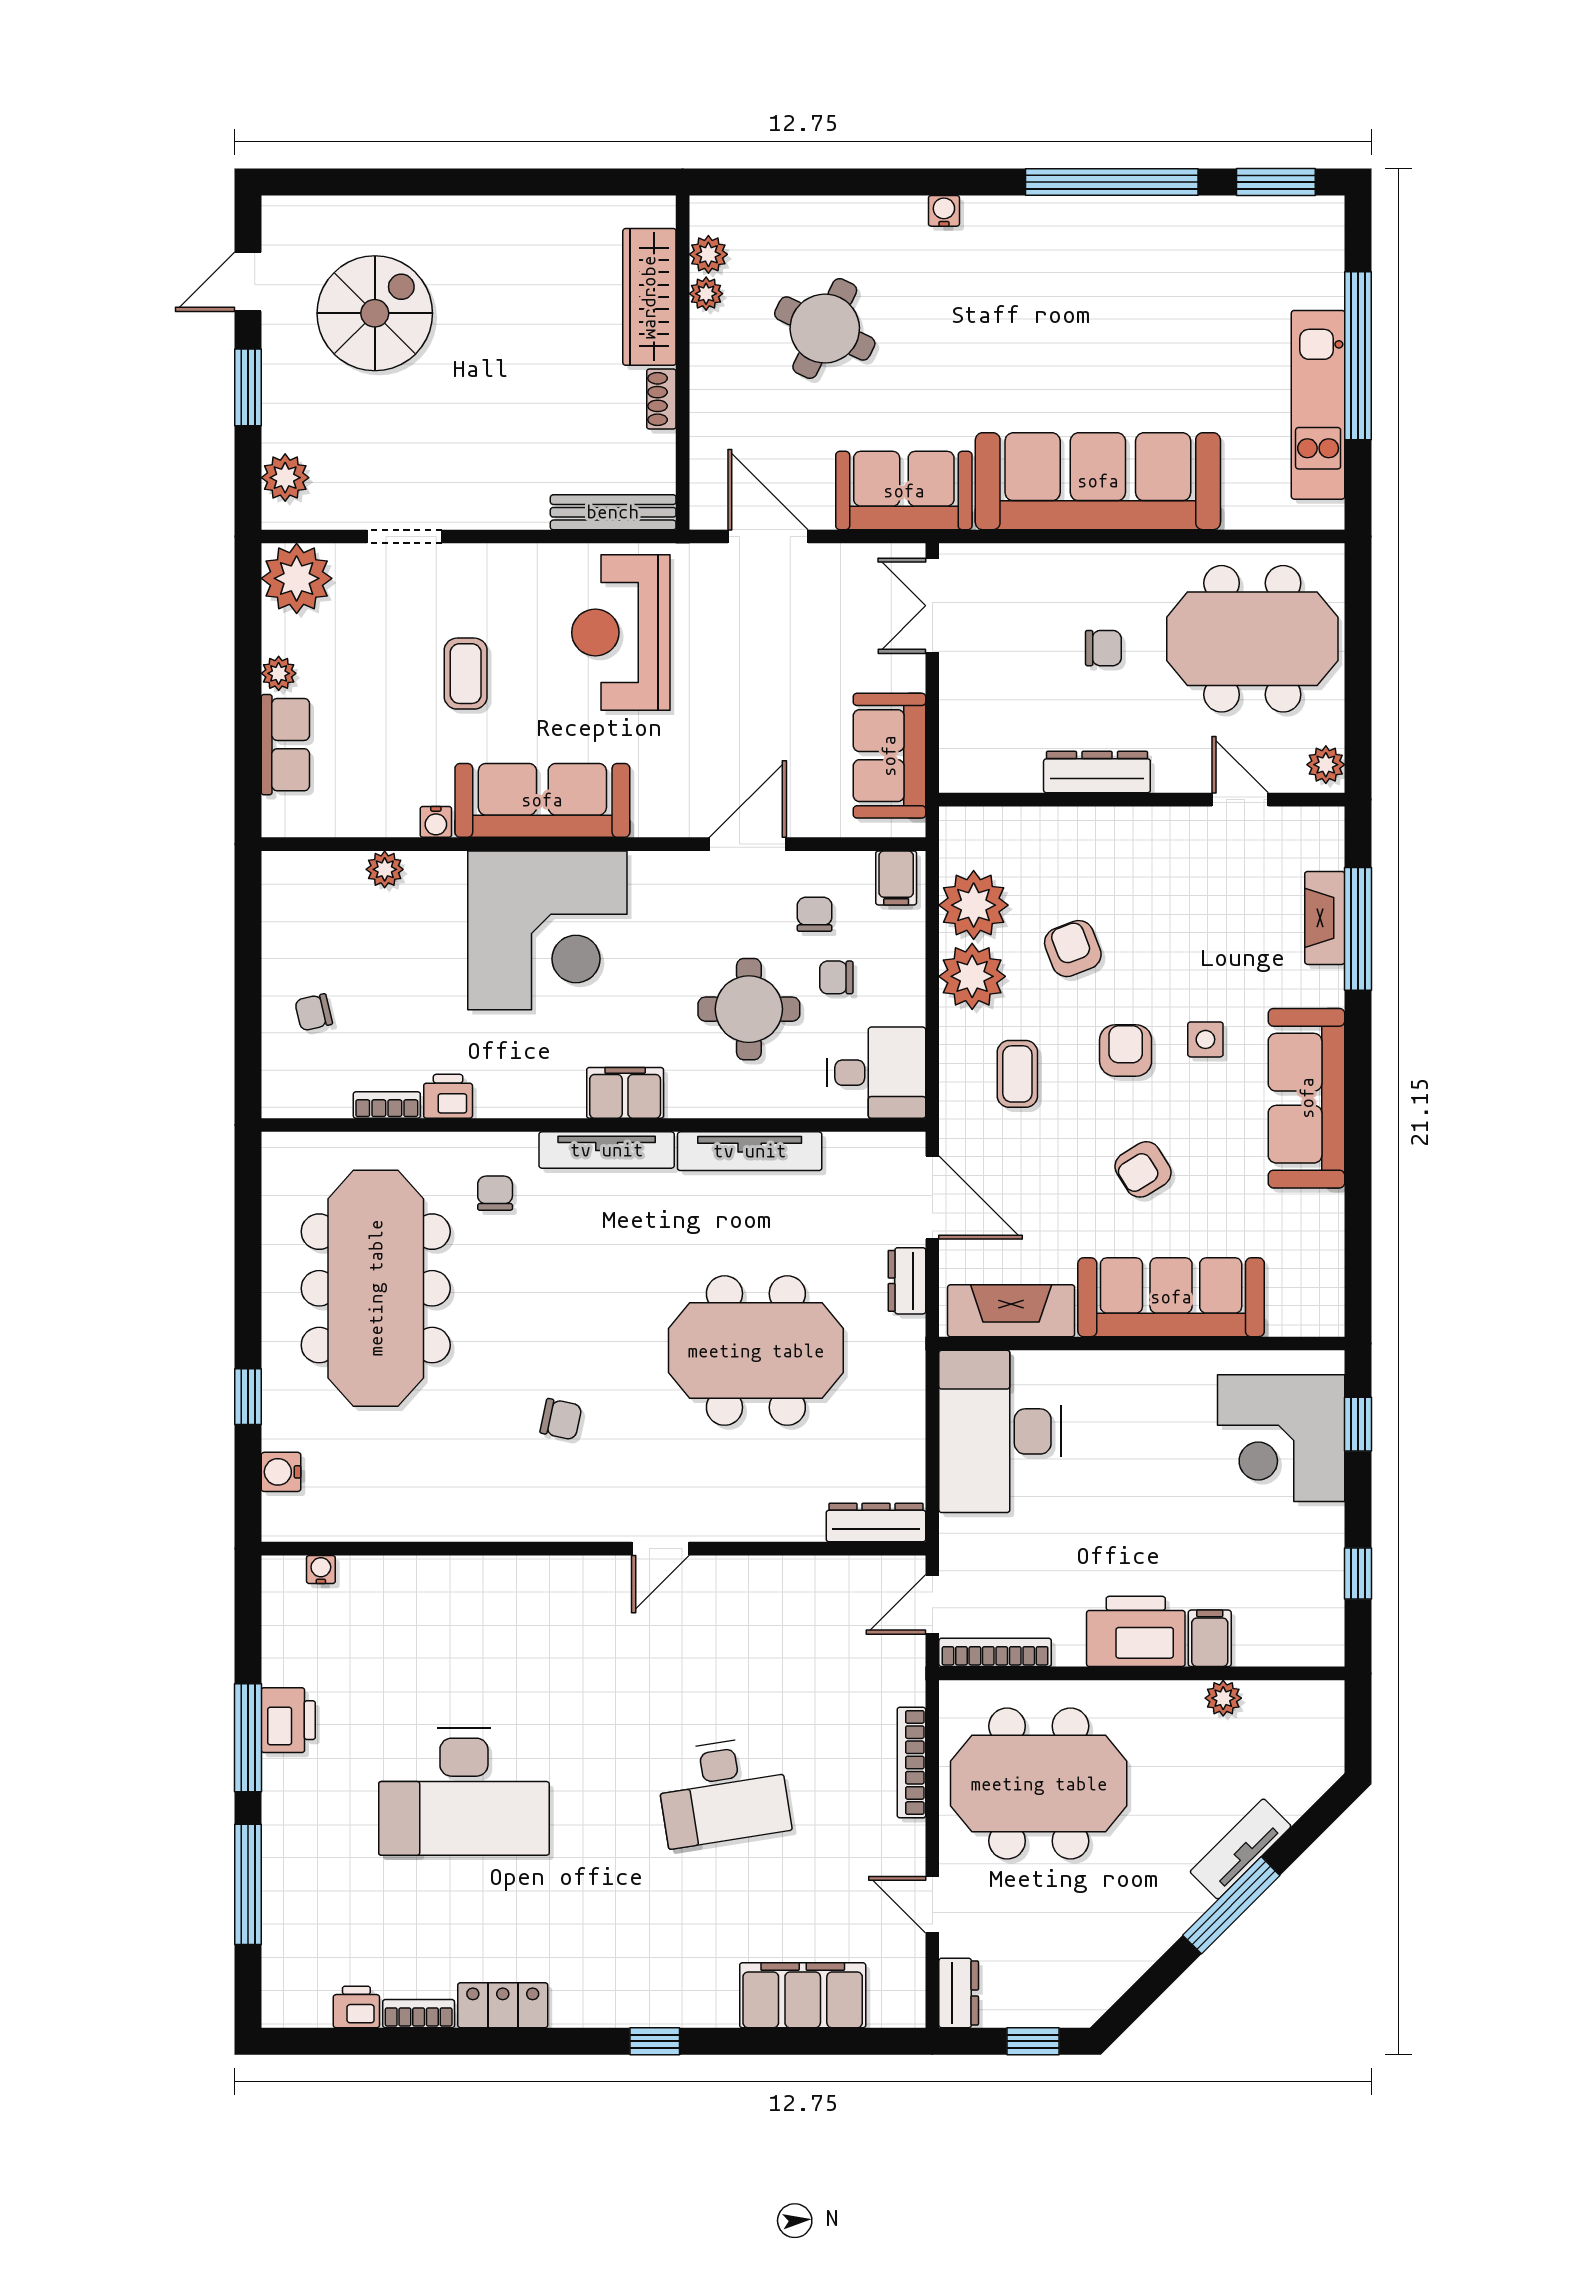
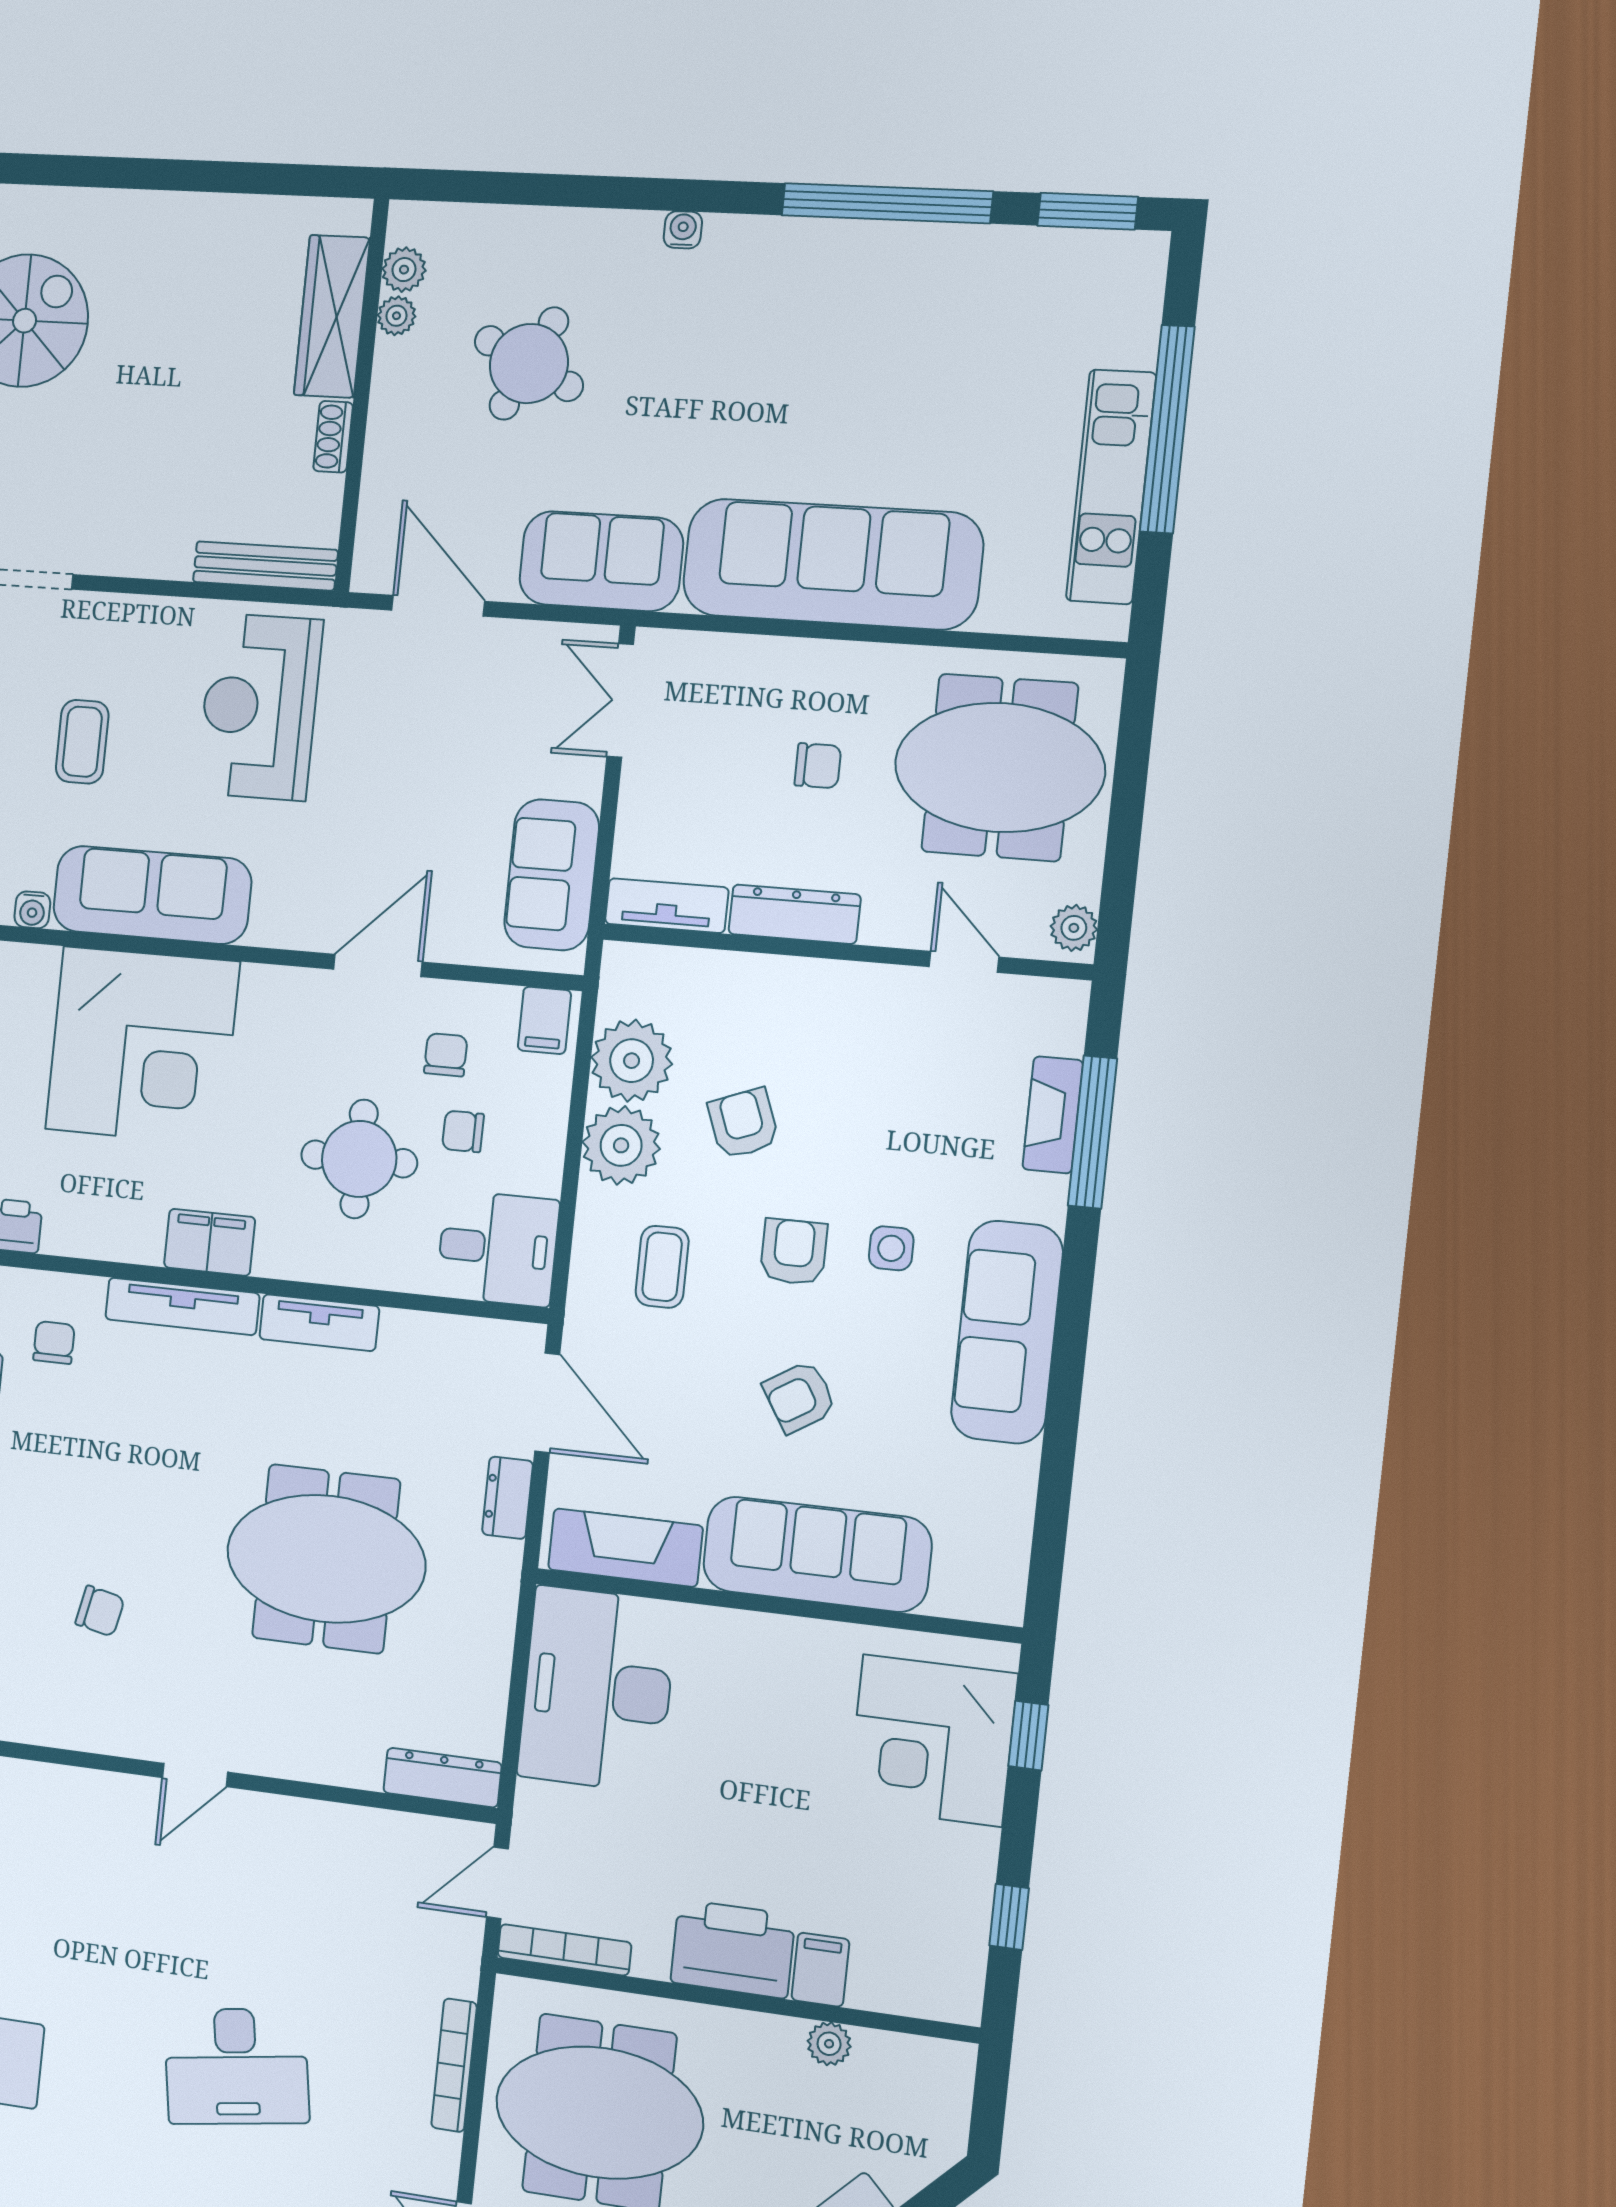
tv unit: (990, 774) -> (667, 906), added
tv unit: (750, 1151) -> (319, 1323), width x0.71

